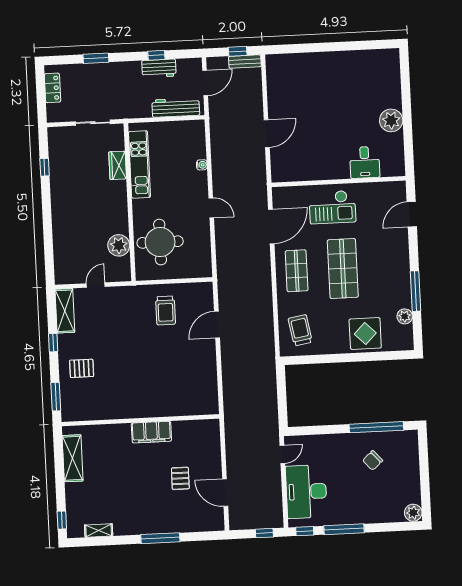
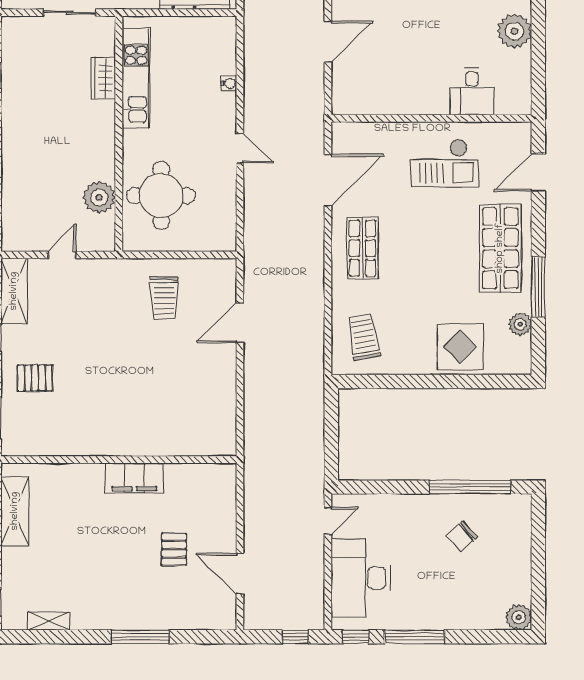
checkout: (332, 207) -> (445, 163), moved
shop shelf: (343, 269) -> (500, 248), moved

